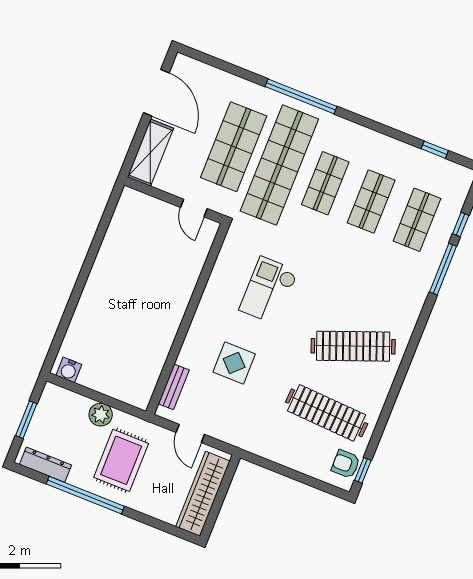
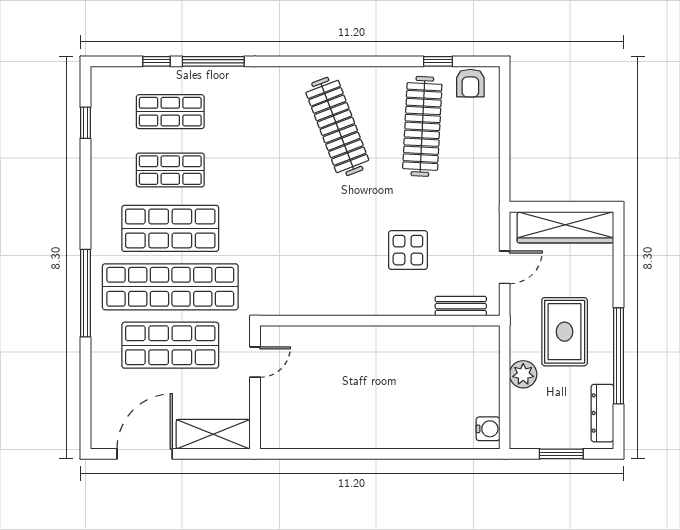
shop shelf: (325, 183) -> (170, 228), width x1.43, depth x1.36
checkout: (269, 290) -> (313, 244), removed
rug: (121, 460) -> (565, 332), turned 90
window: (363, 470) -> (438, 61), moved

